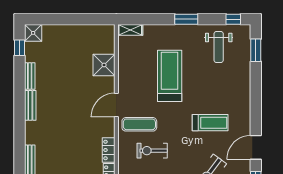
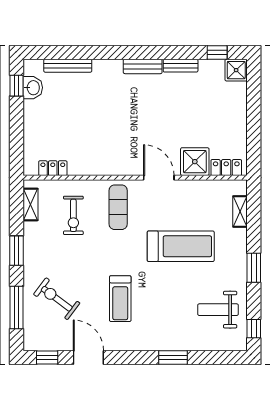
shelving: (130, 30) -> (240, 211), moved
window: (256, 50) -> (173, 357), moved
door: (116, 105) -> (159, 178), moved
locker: (109, 150) -> (226, 168), moved
exercise bike: (152, 151) -> (73, 215), moved, turned 180

